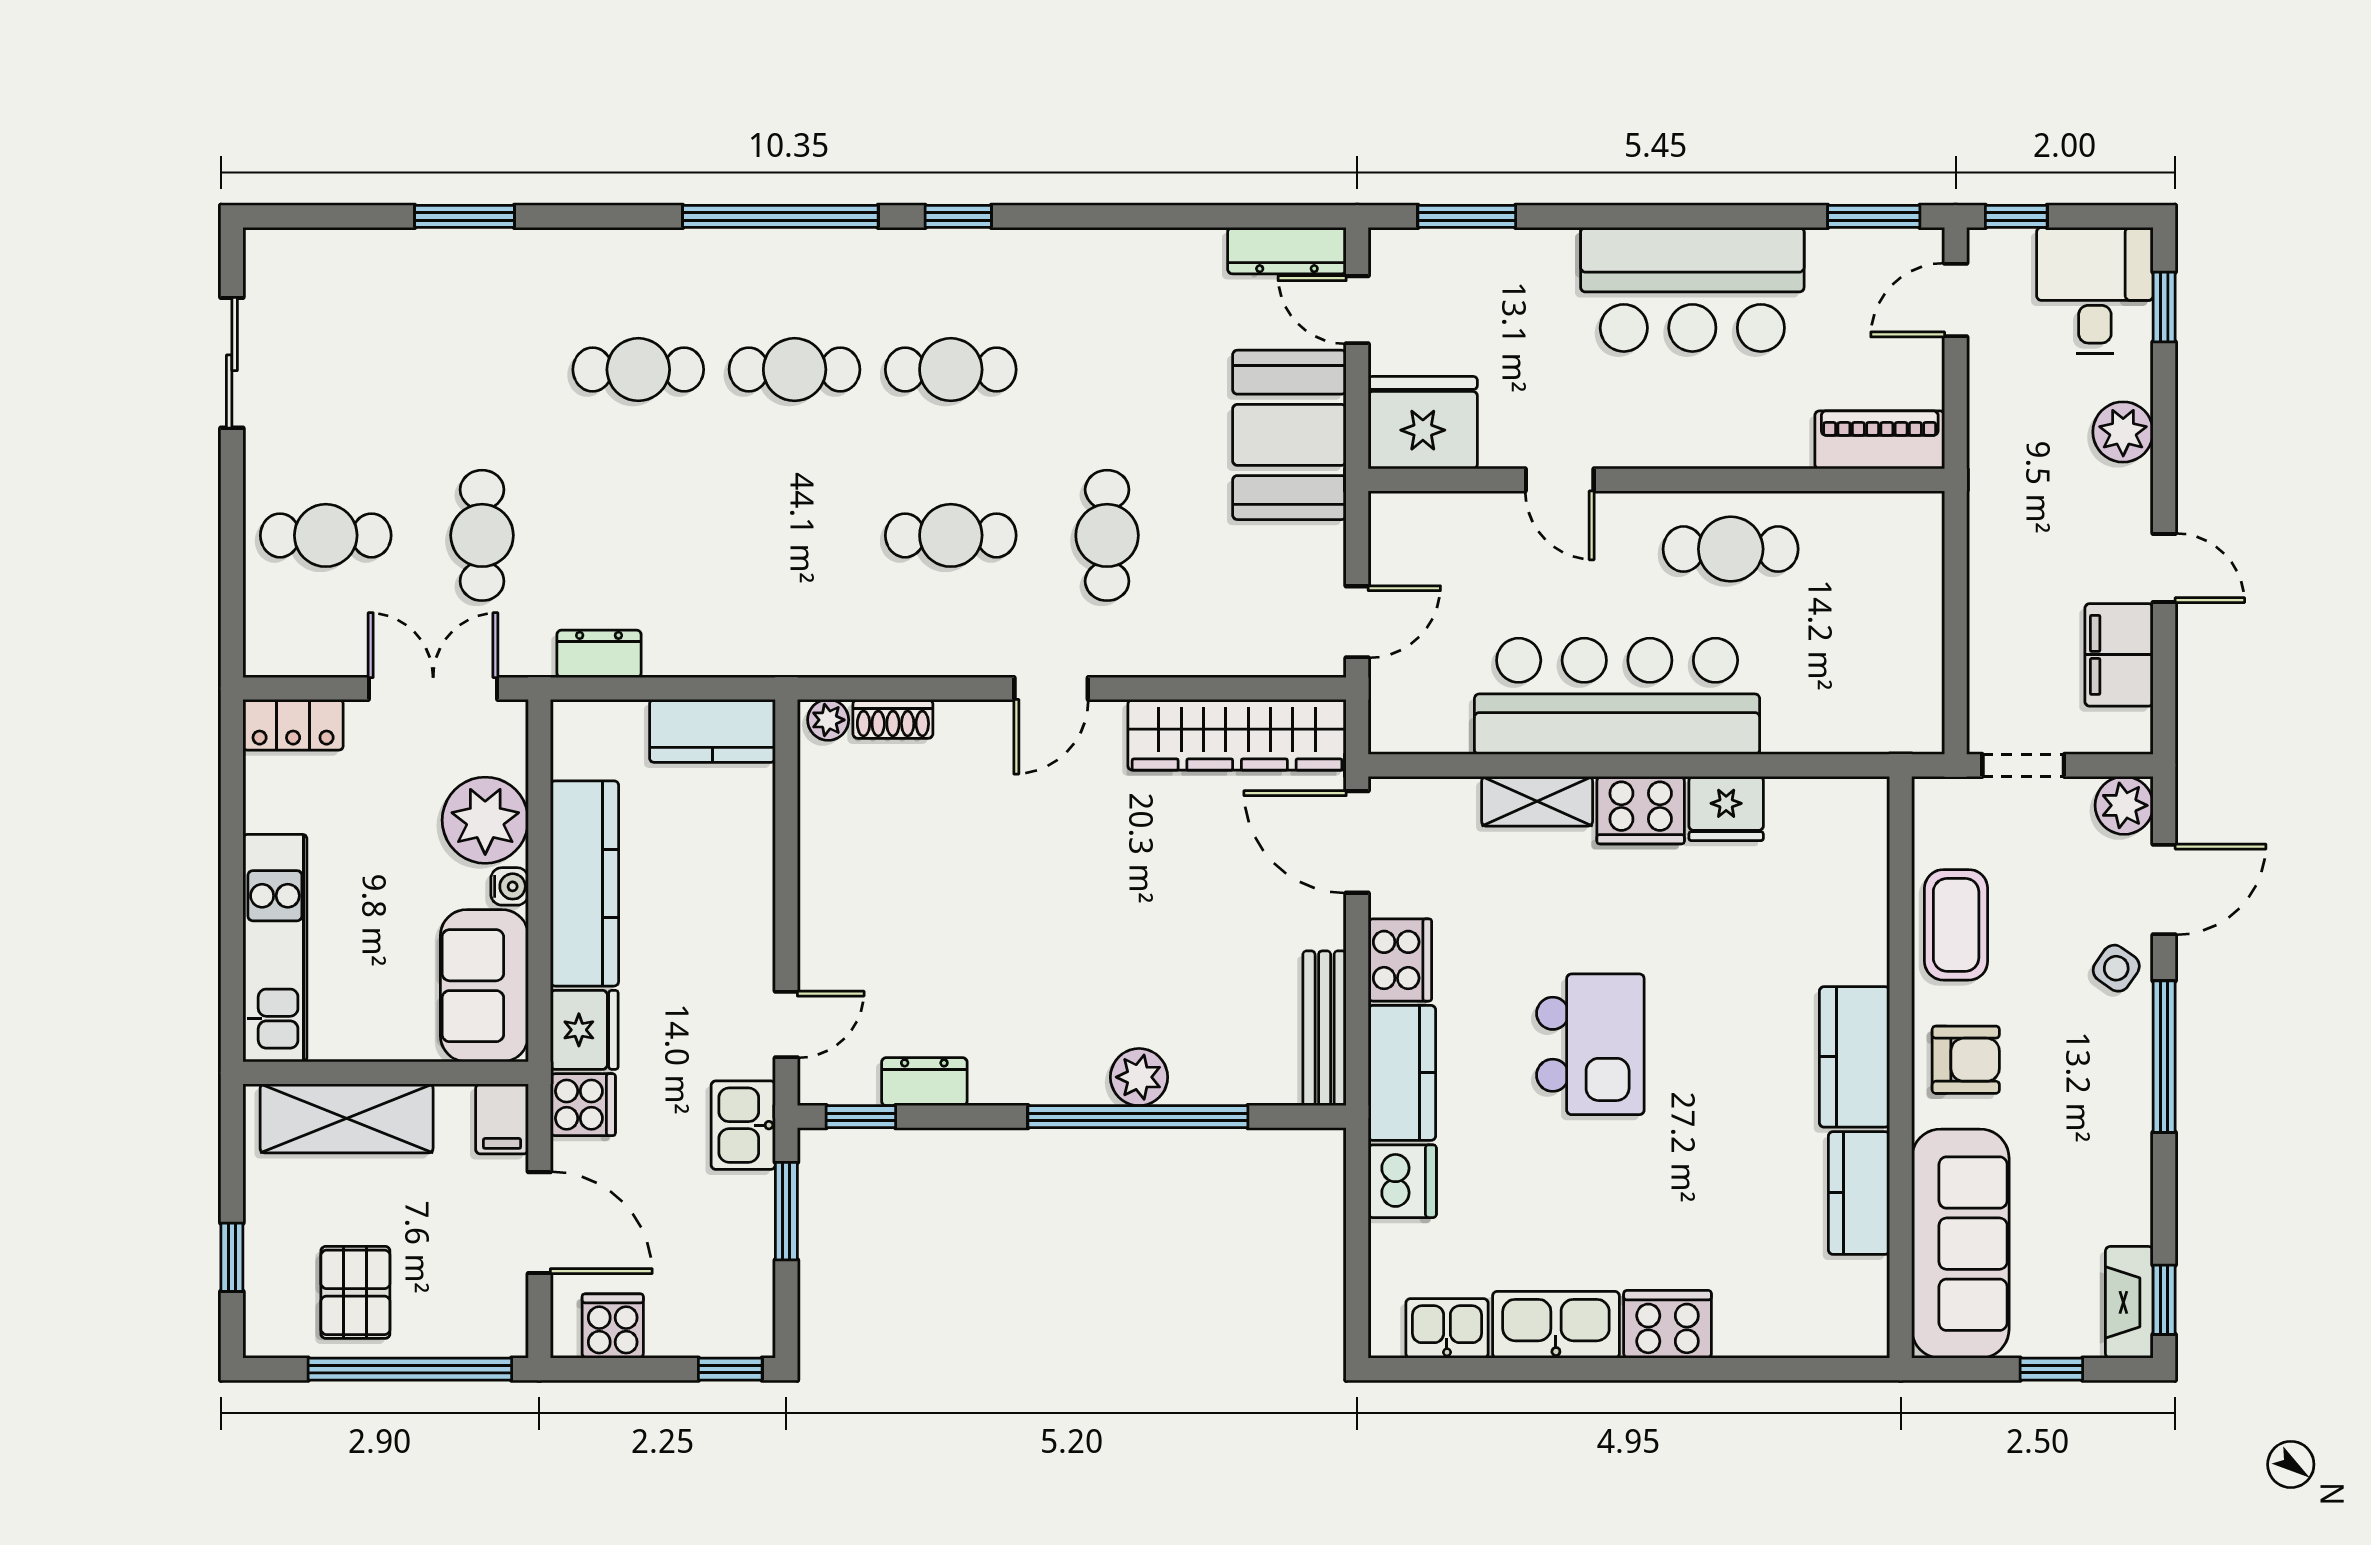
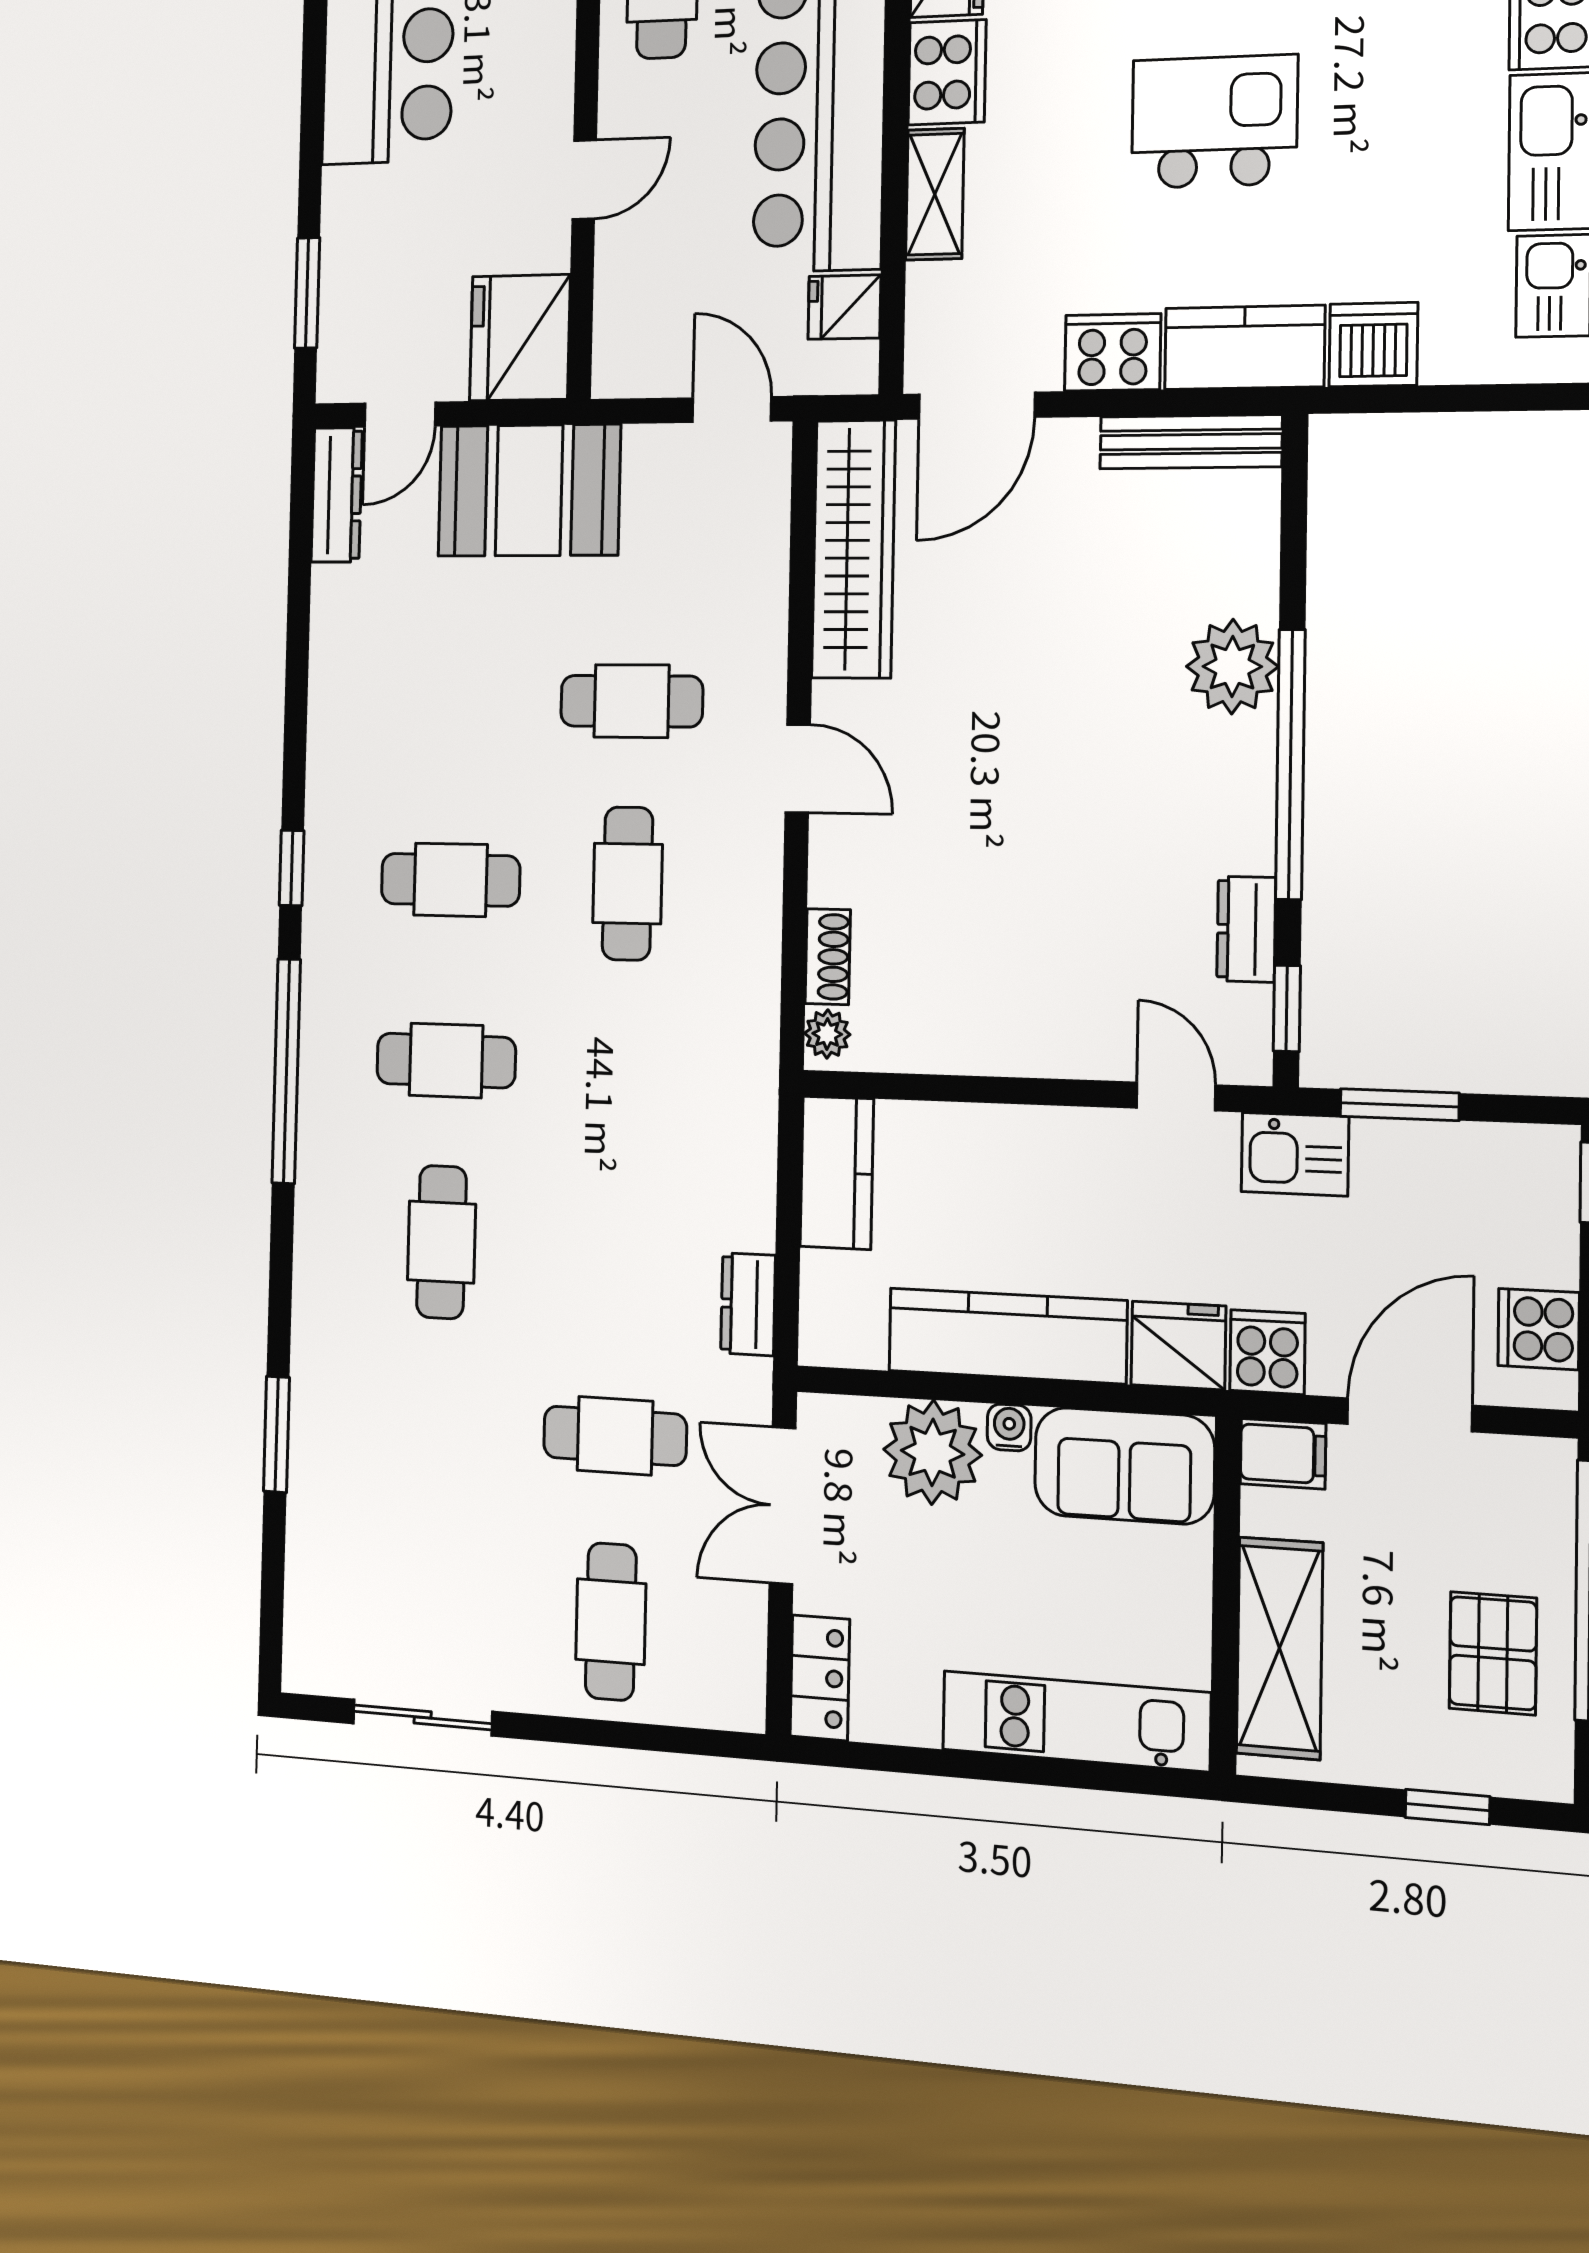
cafe table: (795, 370) -> (446, 1061), turned 90
cafe table: (951, 370) -> (451, 880), turned 90
fridge: (1443, 722) -> (844, 307), added
plant: (1139, 1077) -> (1232, 667), width x1.36, depth x1.36
window: (1138, 1117) -> (1290, 764), moved
pallet: (355, 1292) -> (1493, 1653), turned 90

